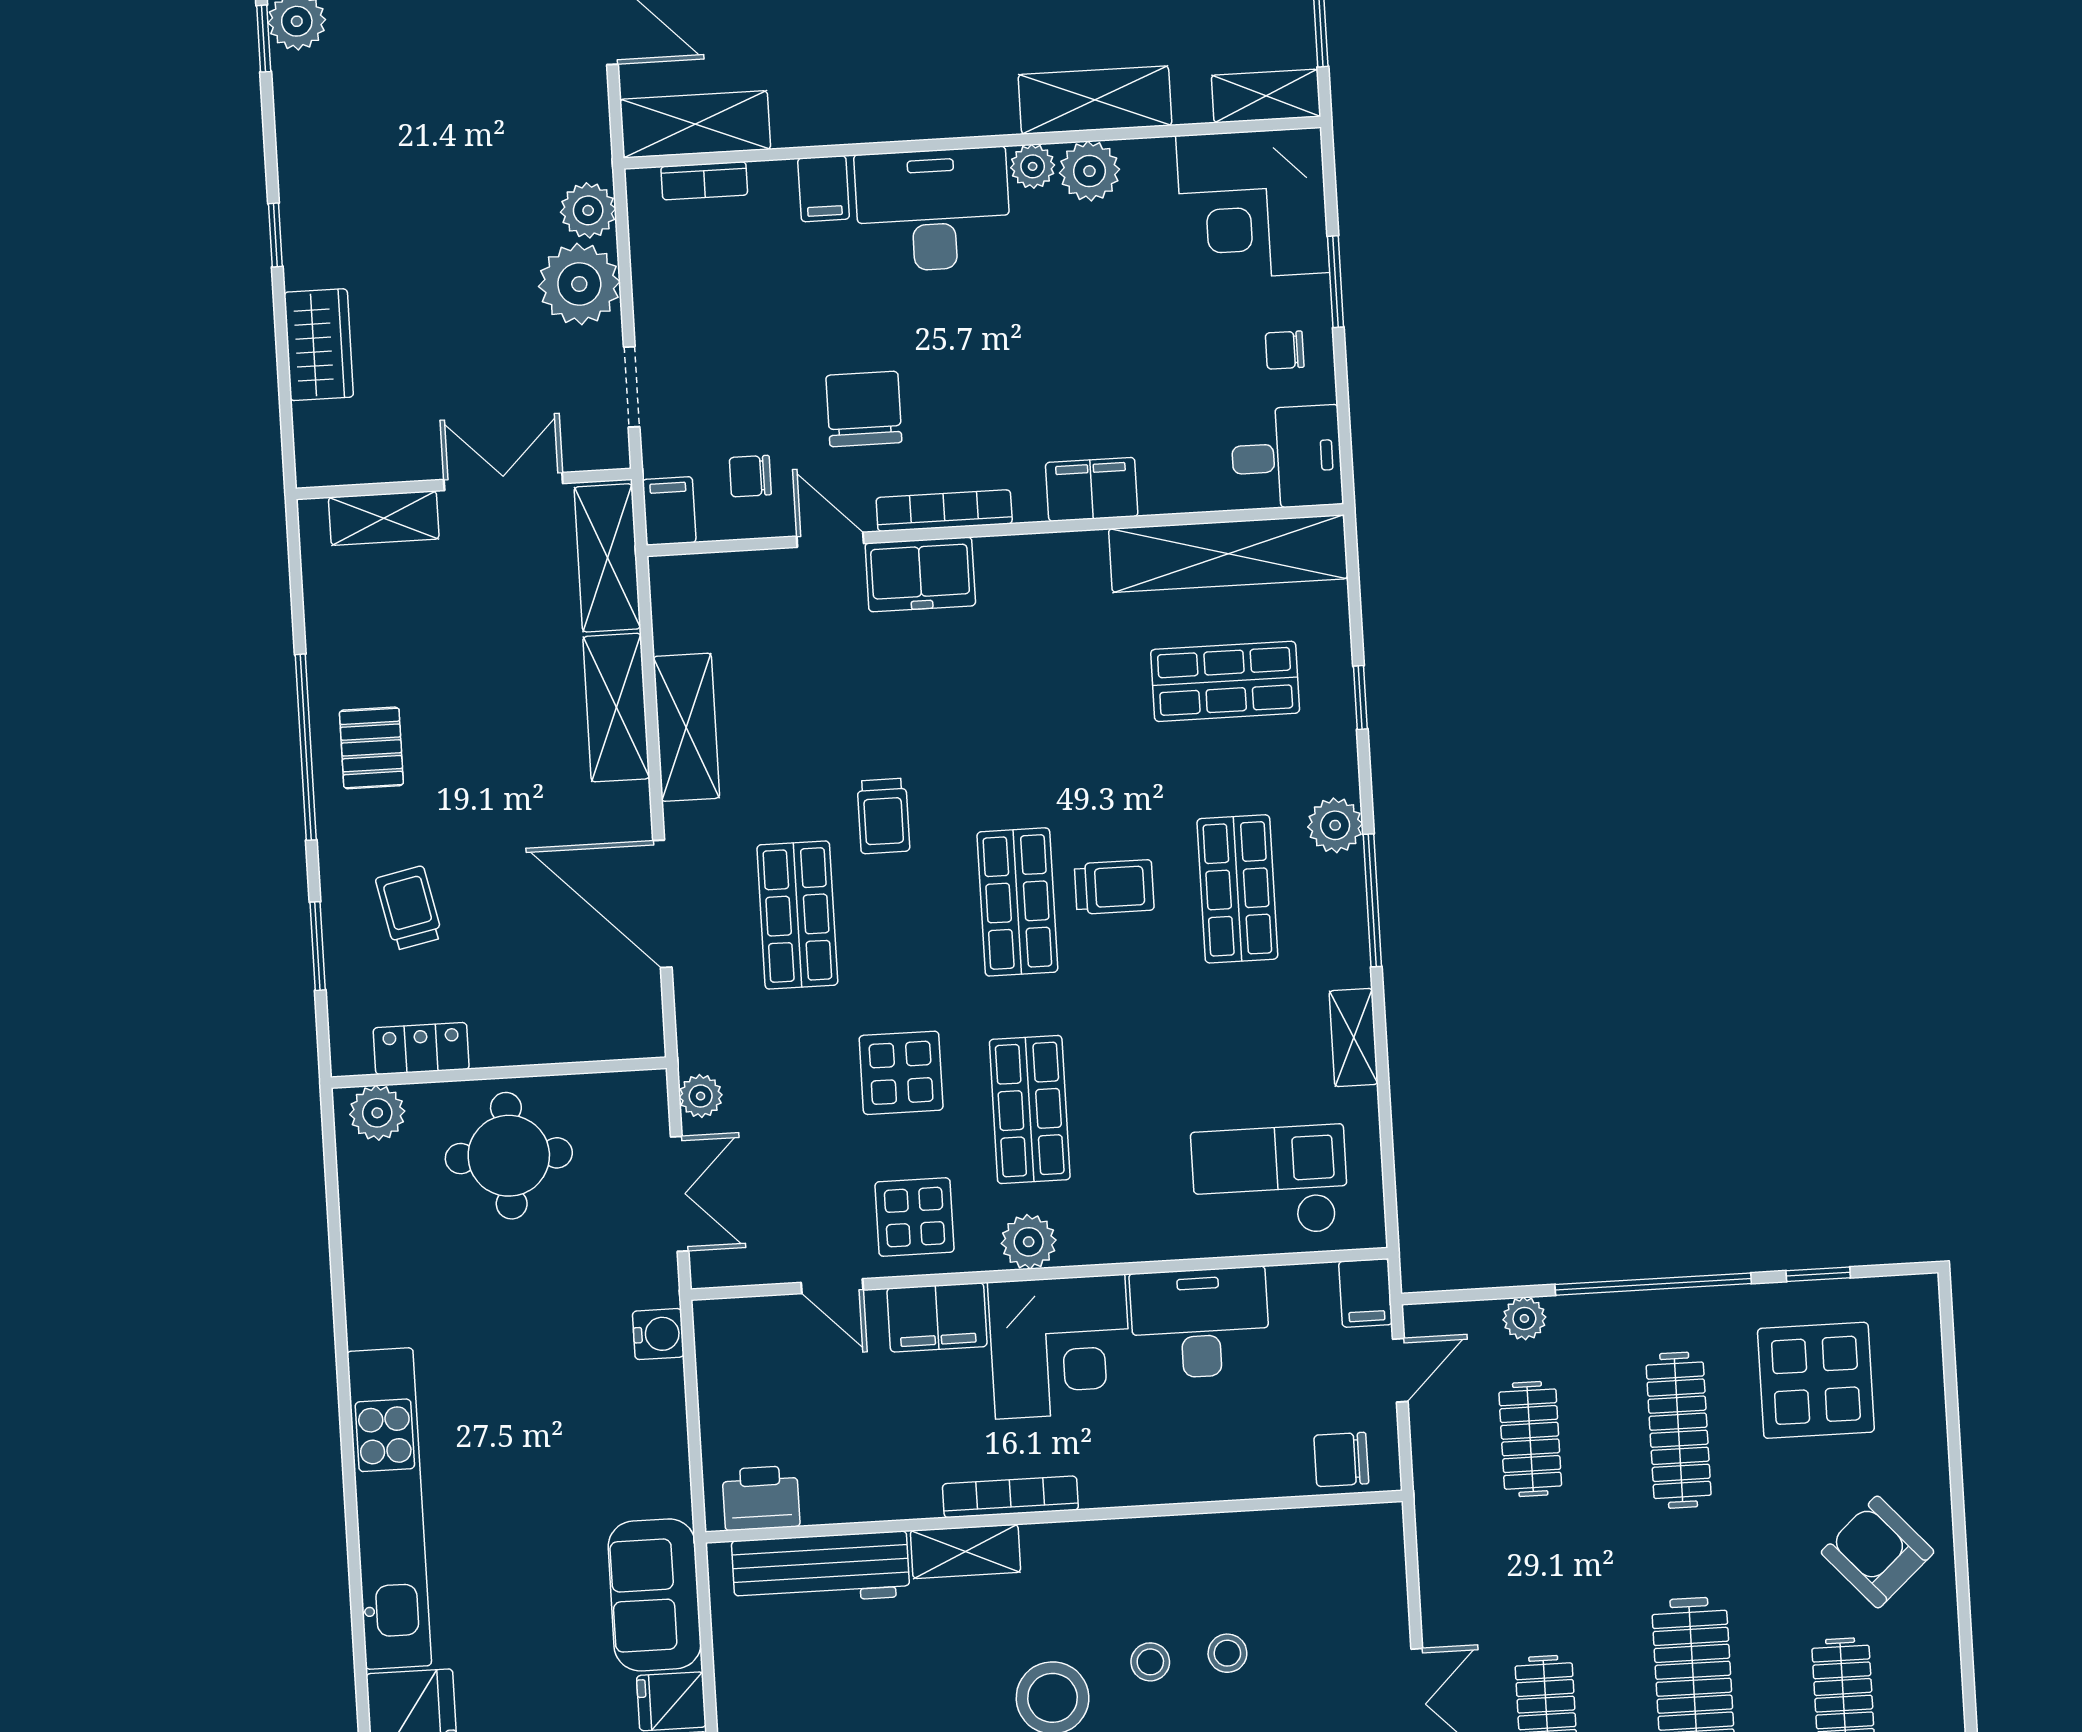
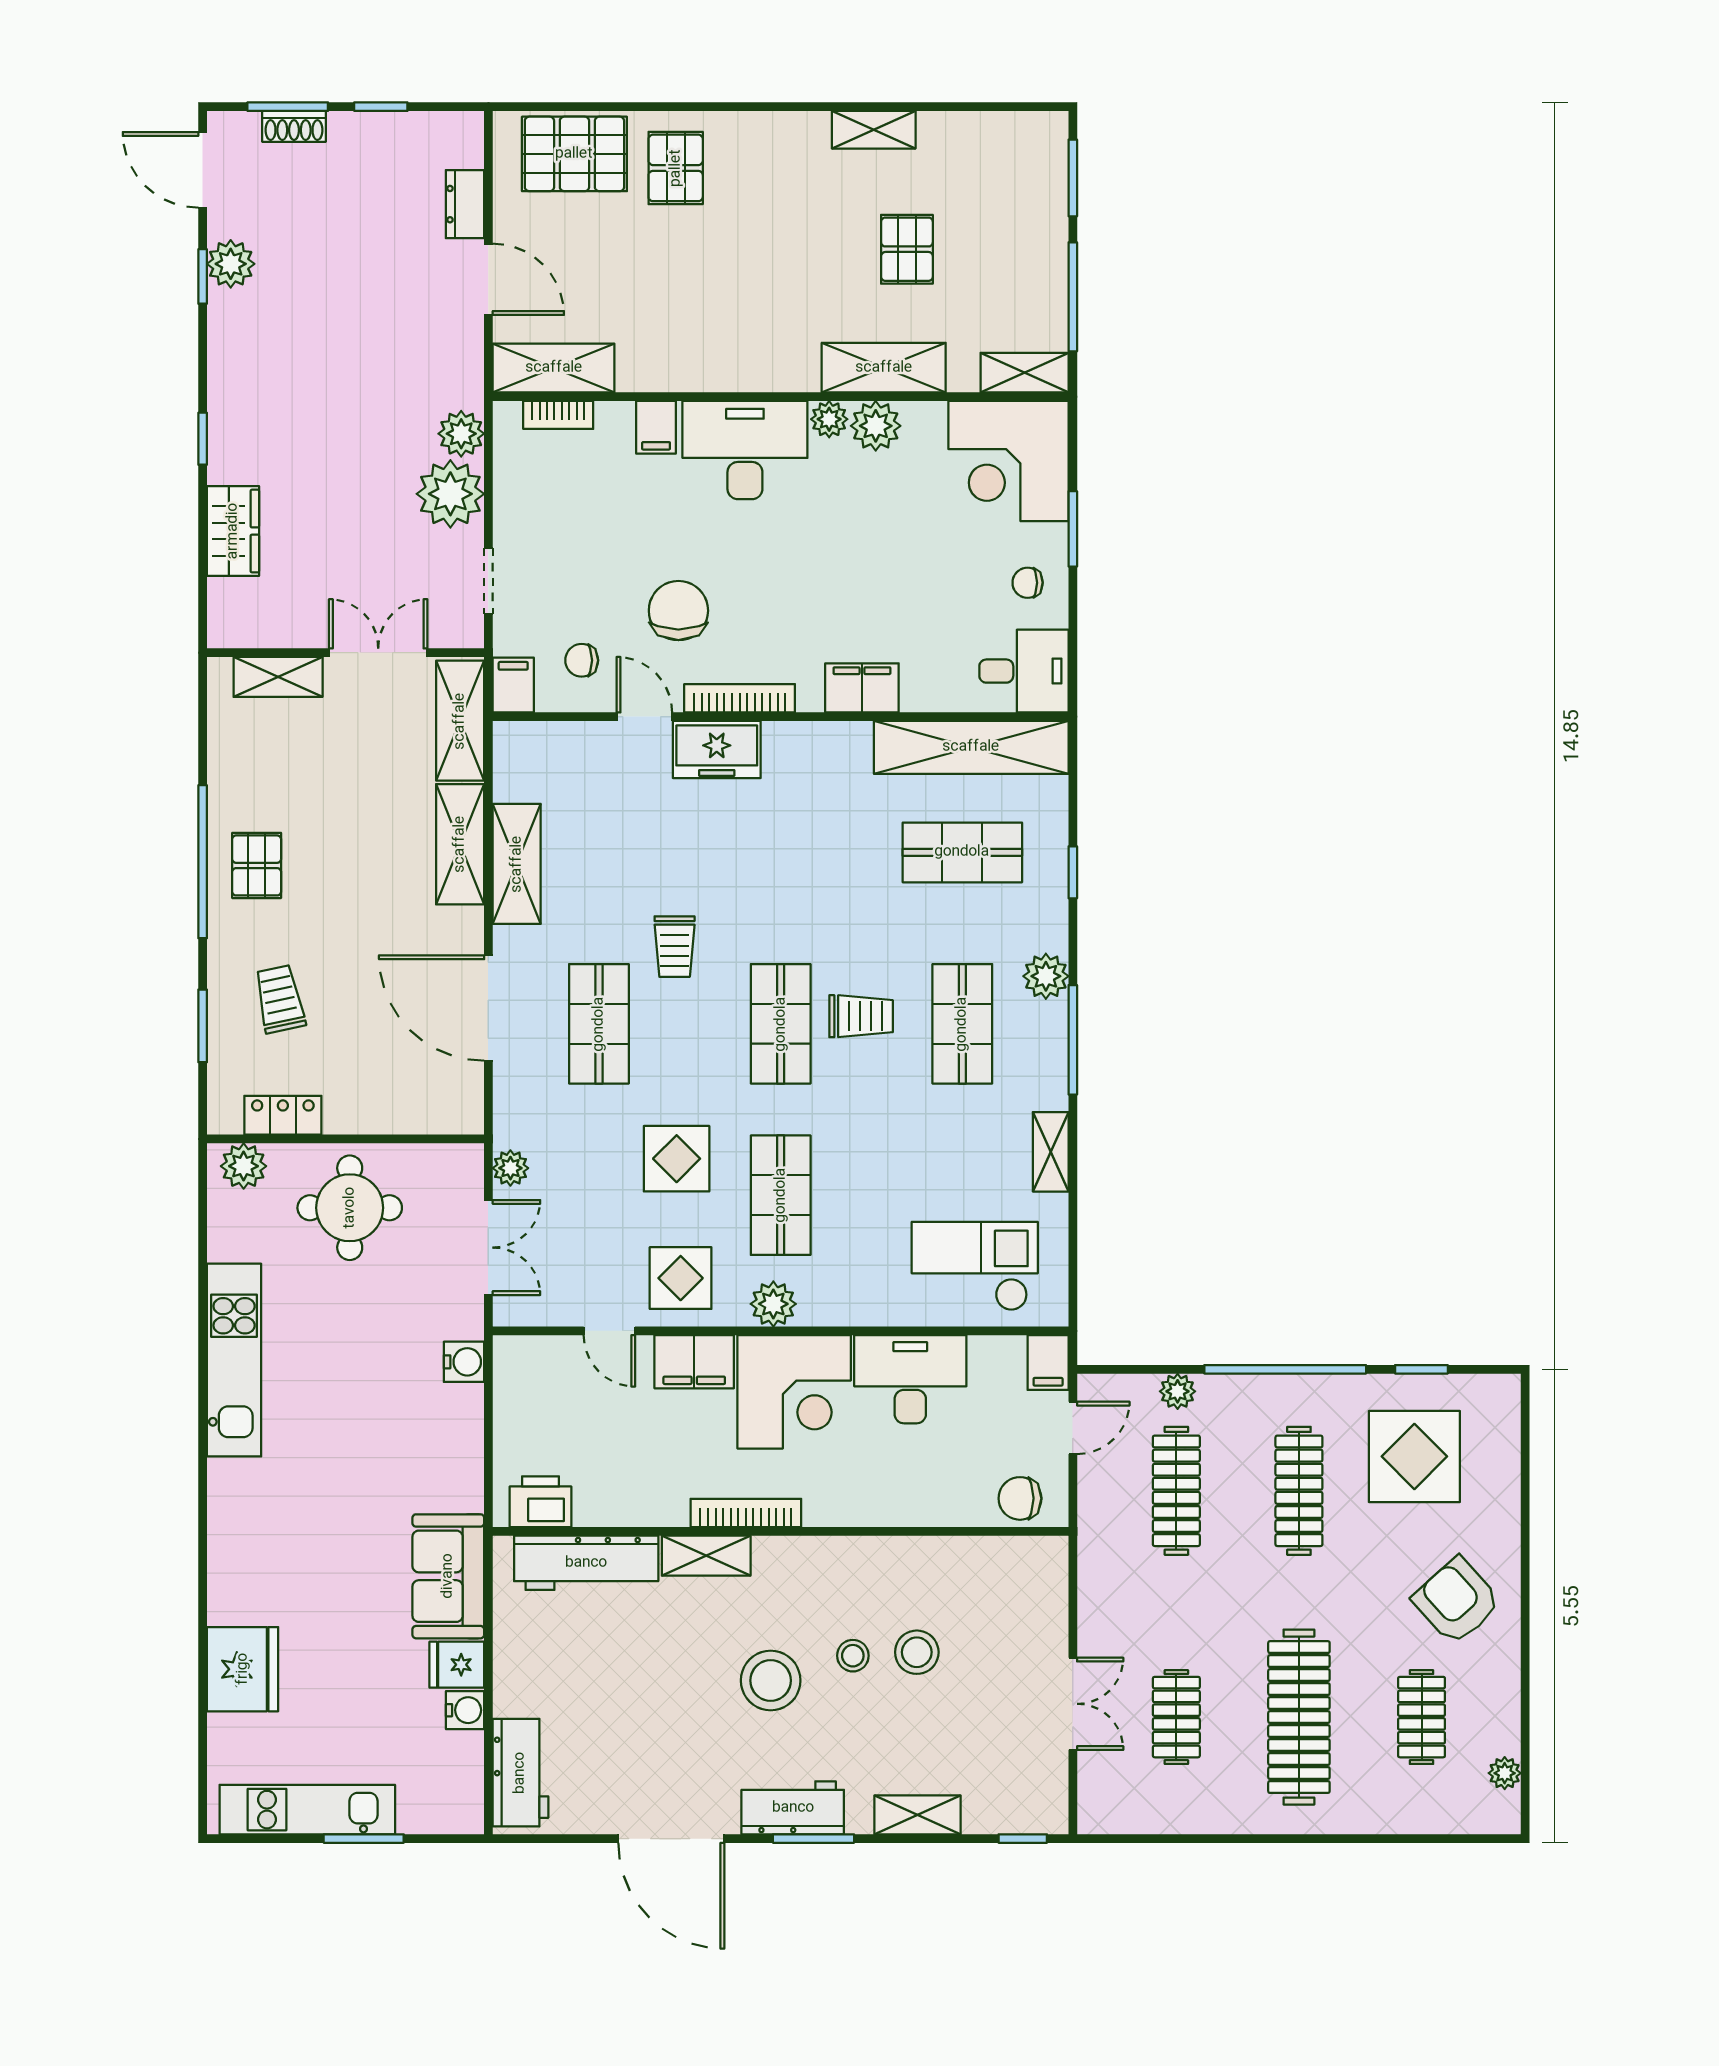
clothes rail: (1530, 1439) -> (1176, 1491), width x1.36
kitchen unit: (389, 1508) -> (234, 1360), moved, width x0.73
stool: (1227, 1653) -> (917, 1652), width x1.37, depth x1.37

